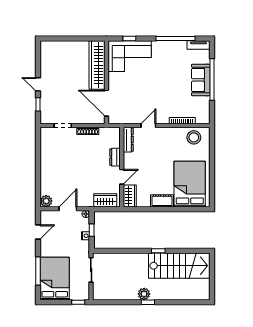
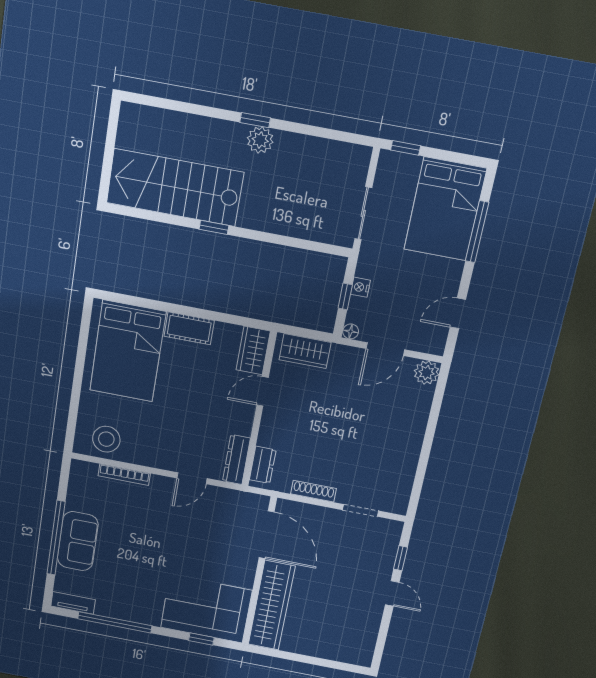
dresser: (115, 157) -> (263, 465), moved

